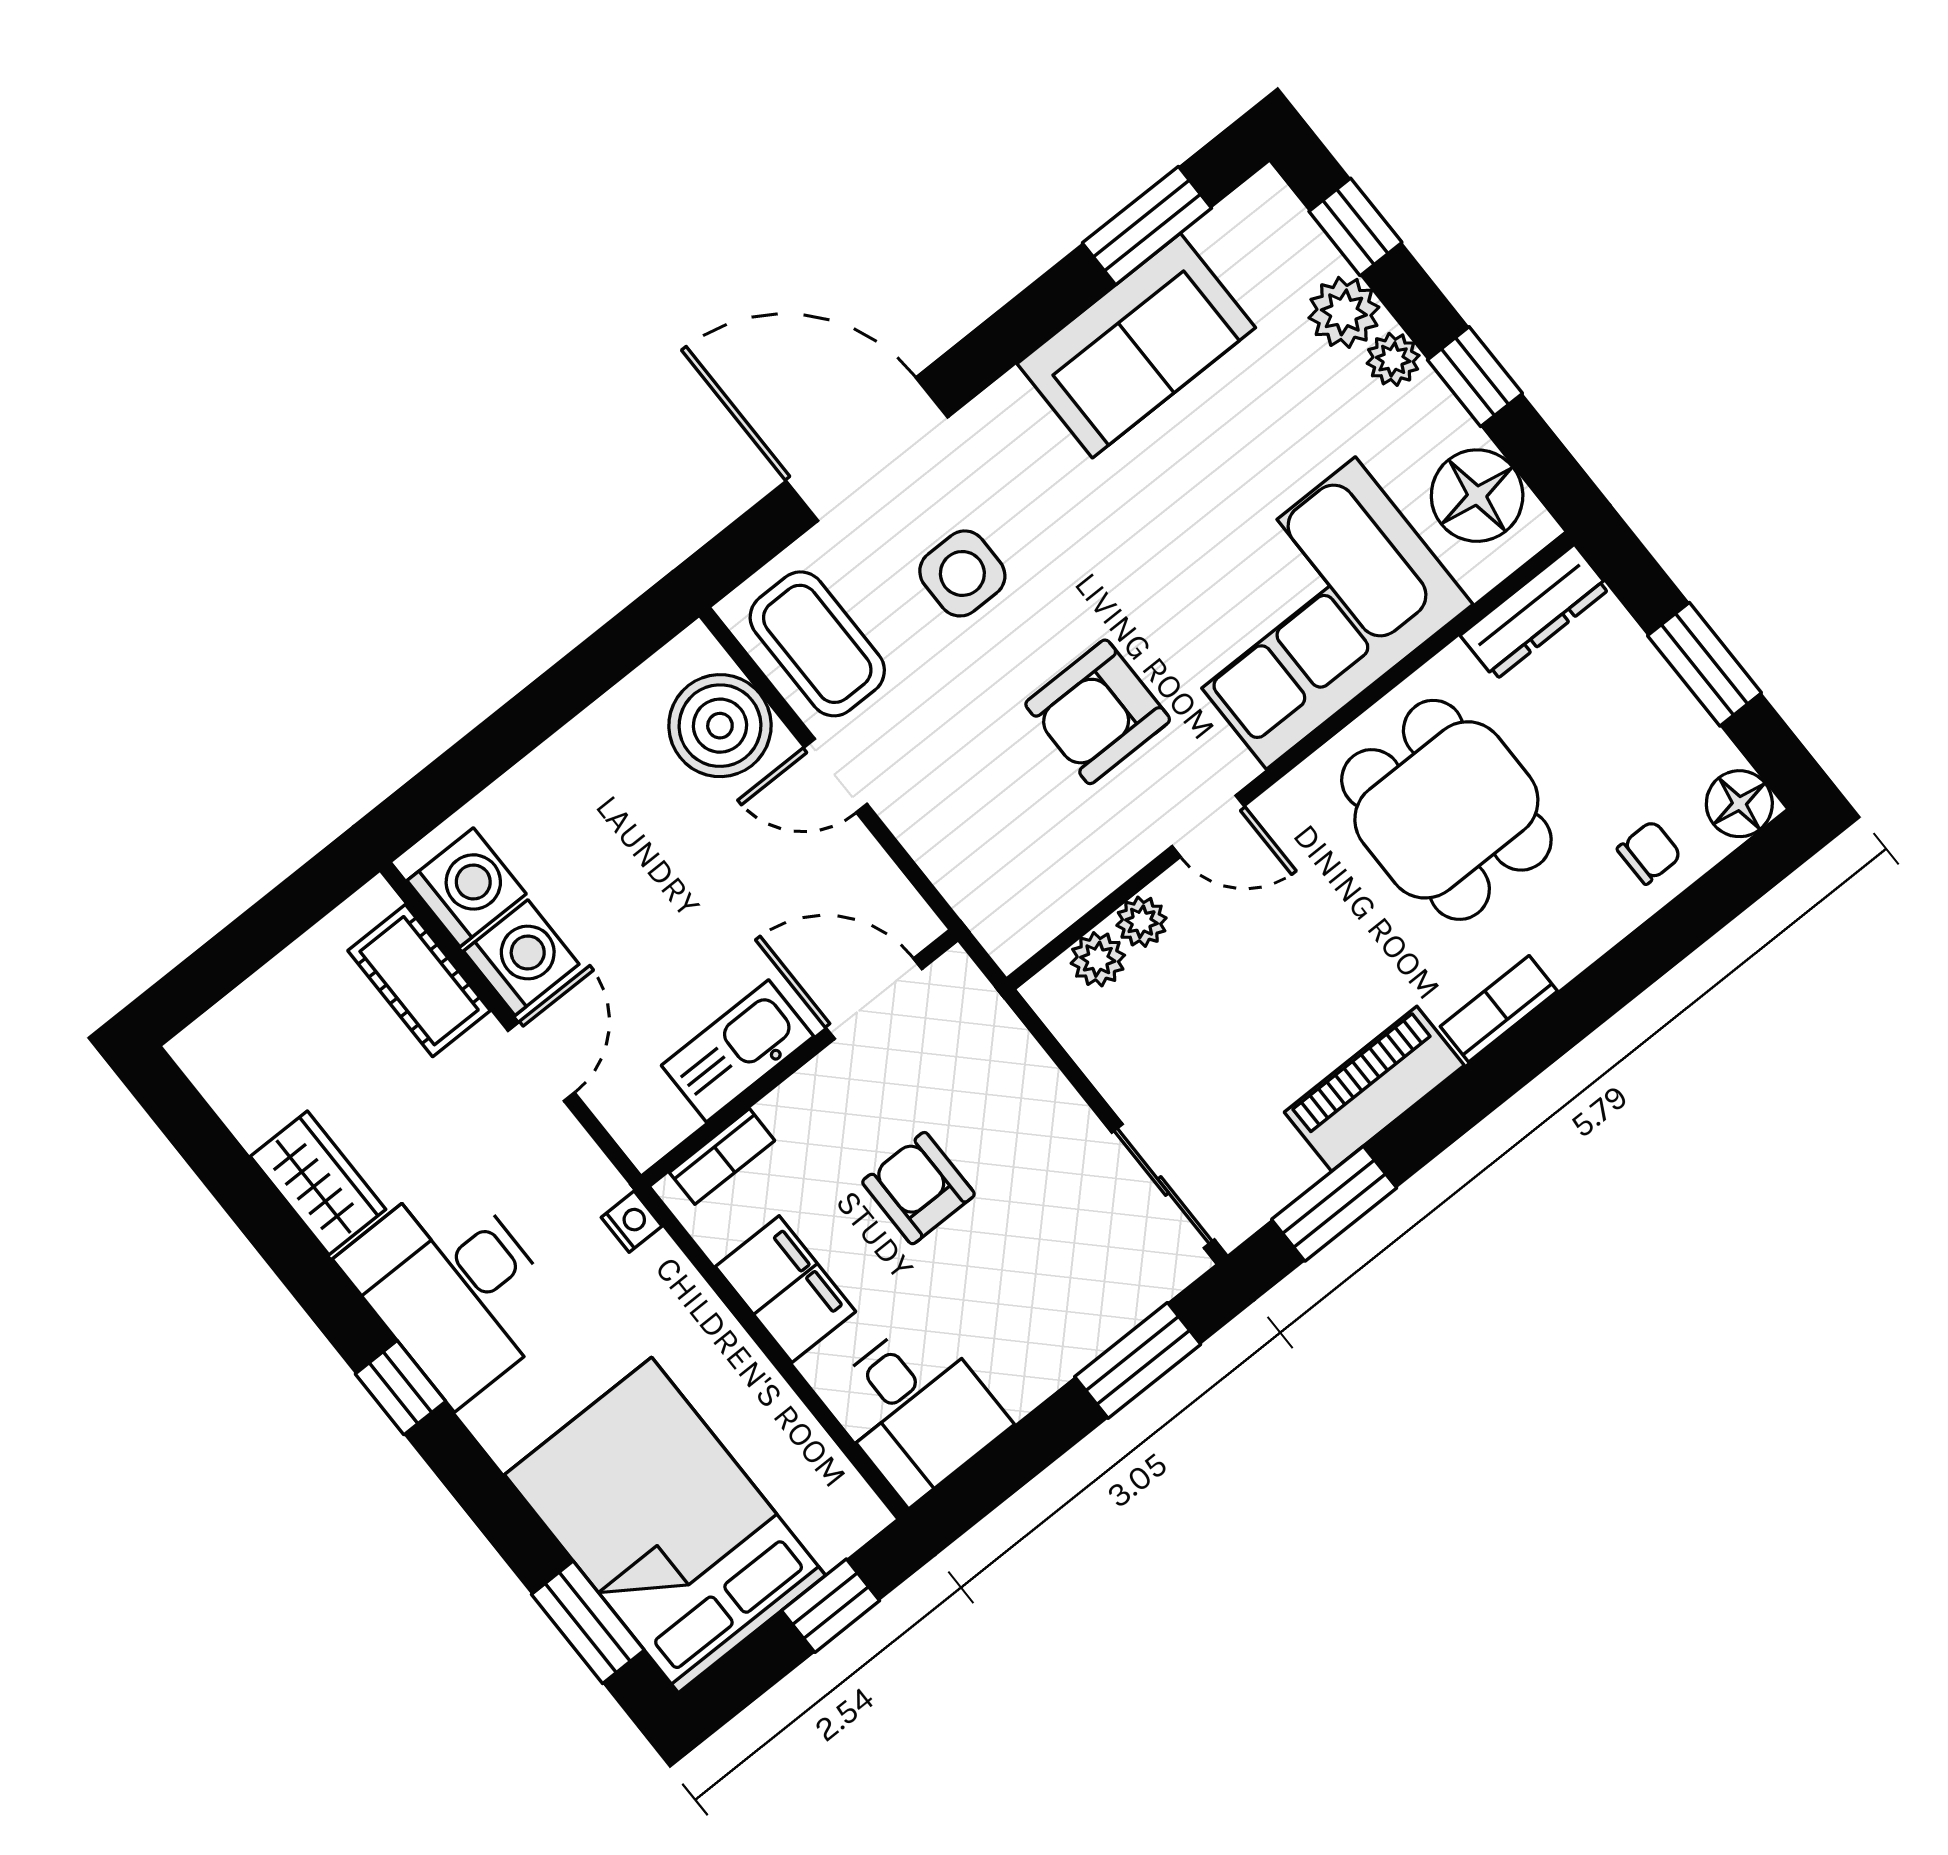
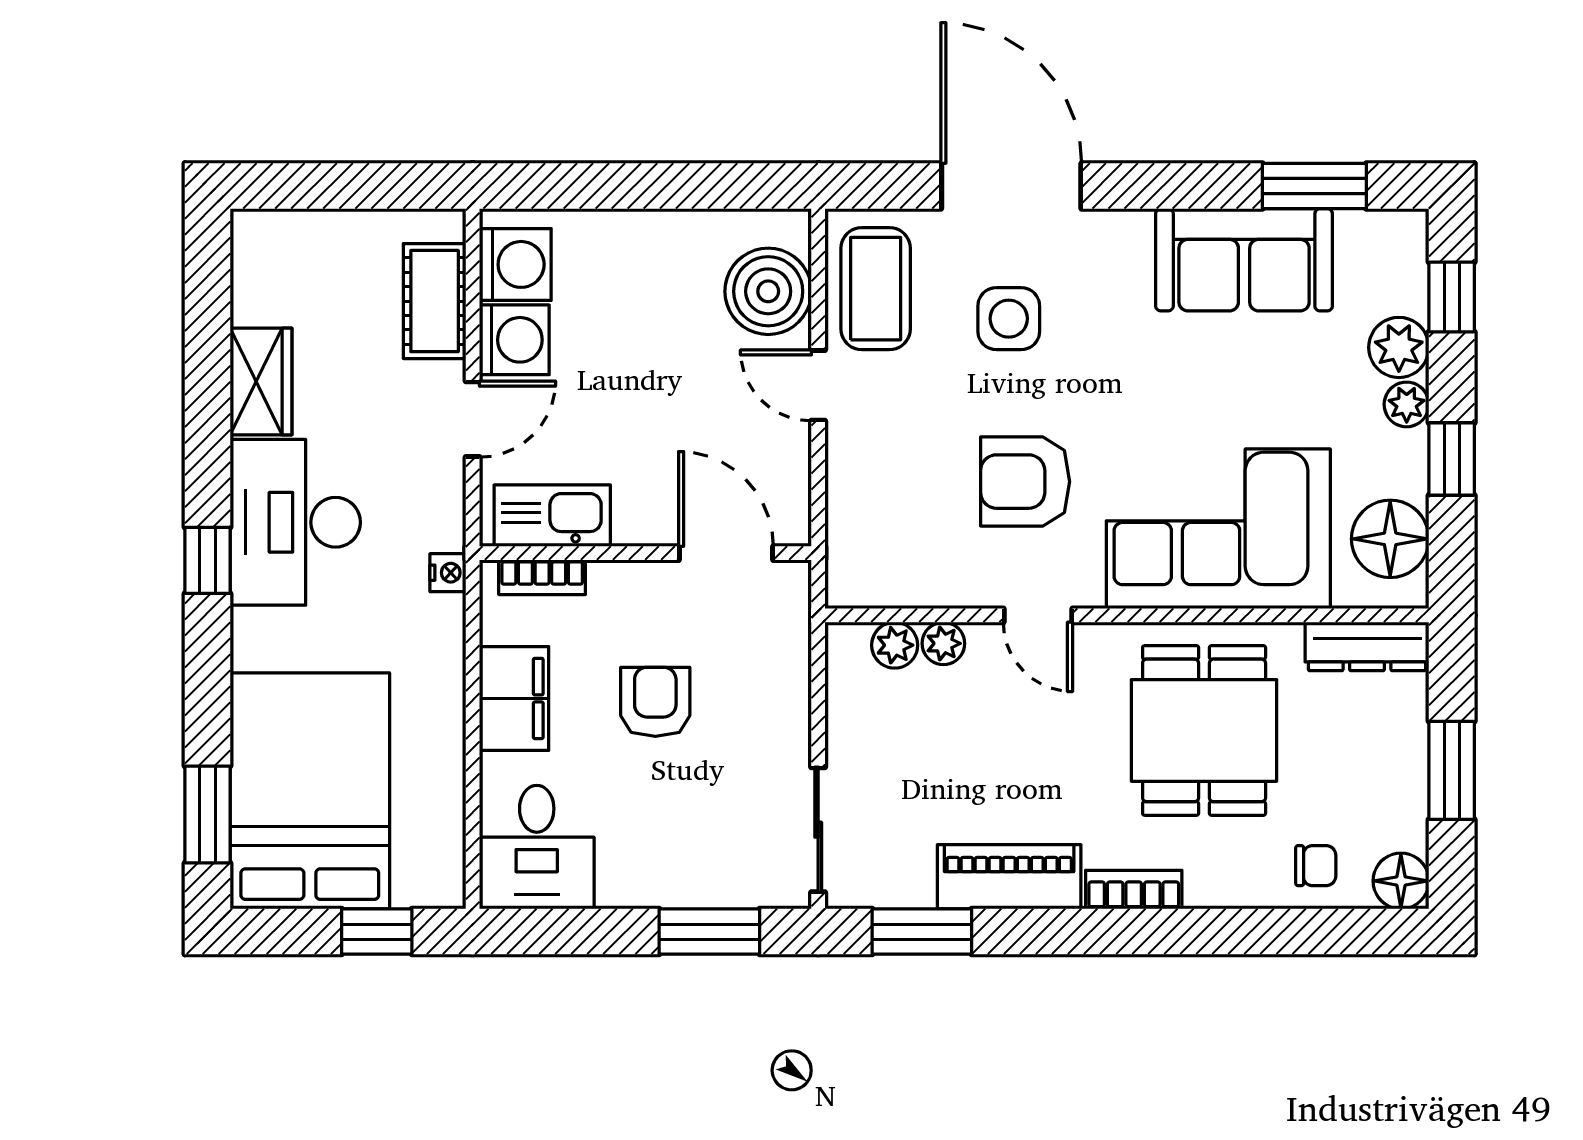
kitchen sink: (738, 1051) -> (552, 516), moved

